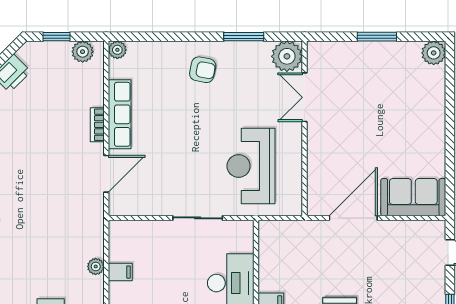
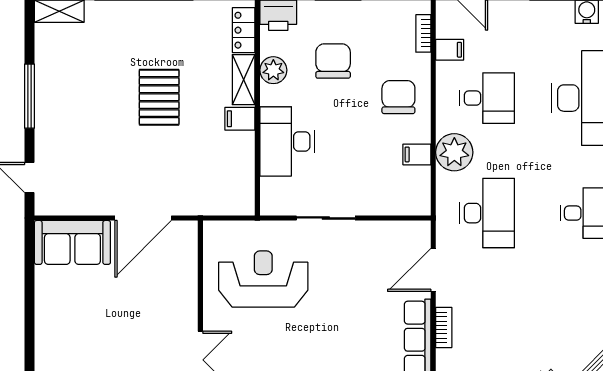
reception desk: (251, 166) -> (263, 279), turned -90
desk: (60, 222) -> (487, 213), added
plant: (96, 266) -> (454, 152), width x1.88, depth x1.88

